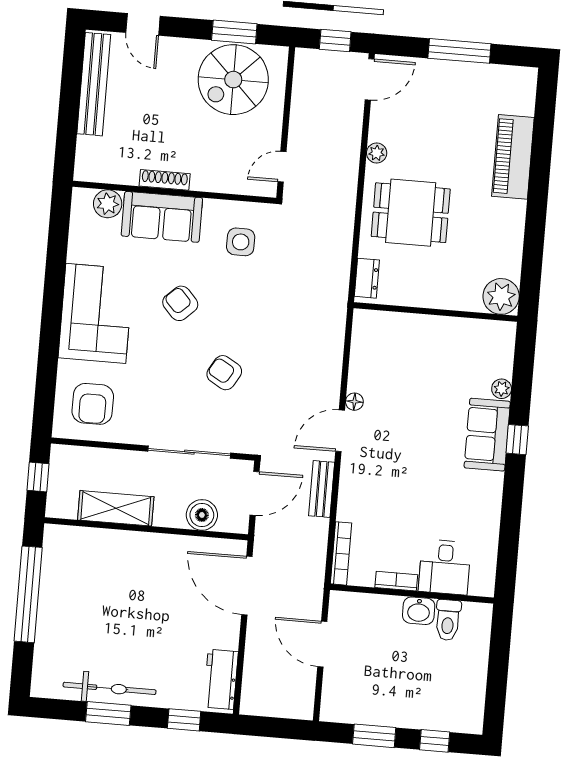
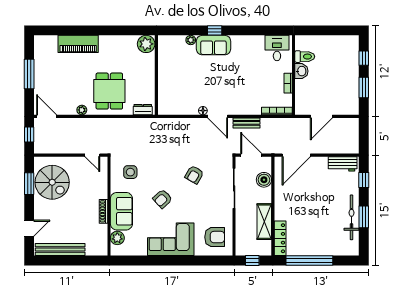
locker: (79, 538) -> (280, 238), added
desk: (445, 567) -> (277, 48), moved, turned -90

